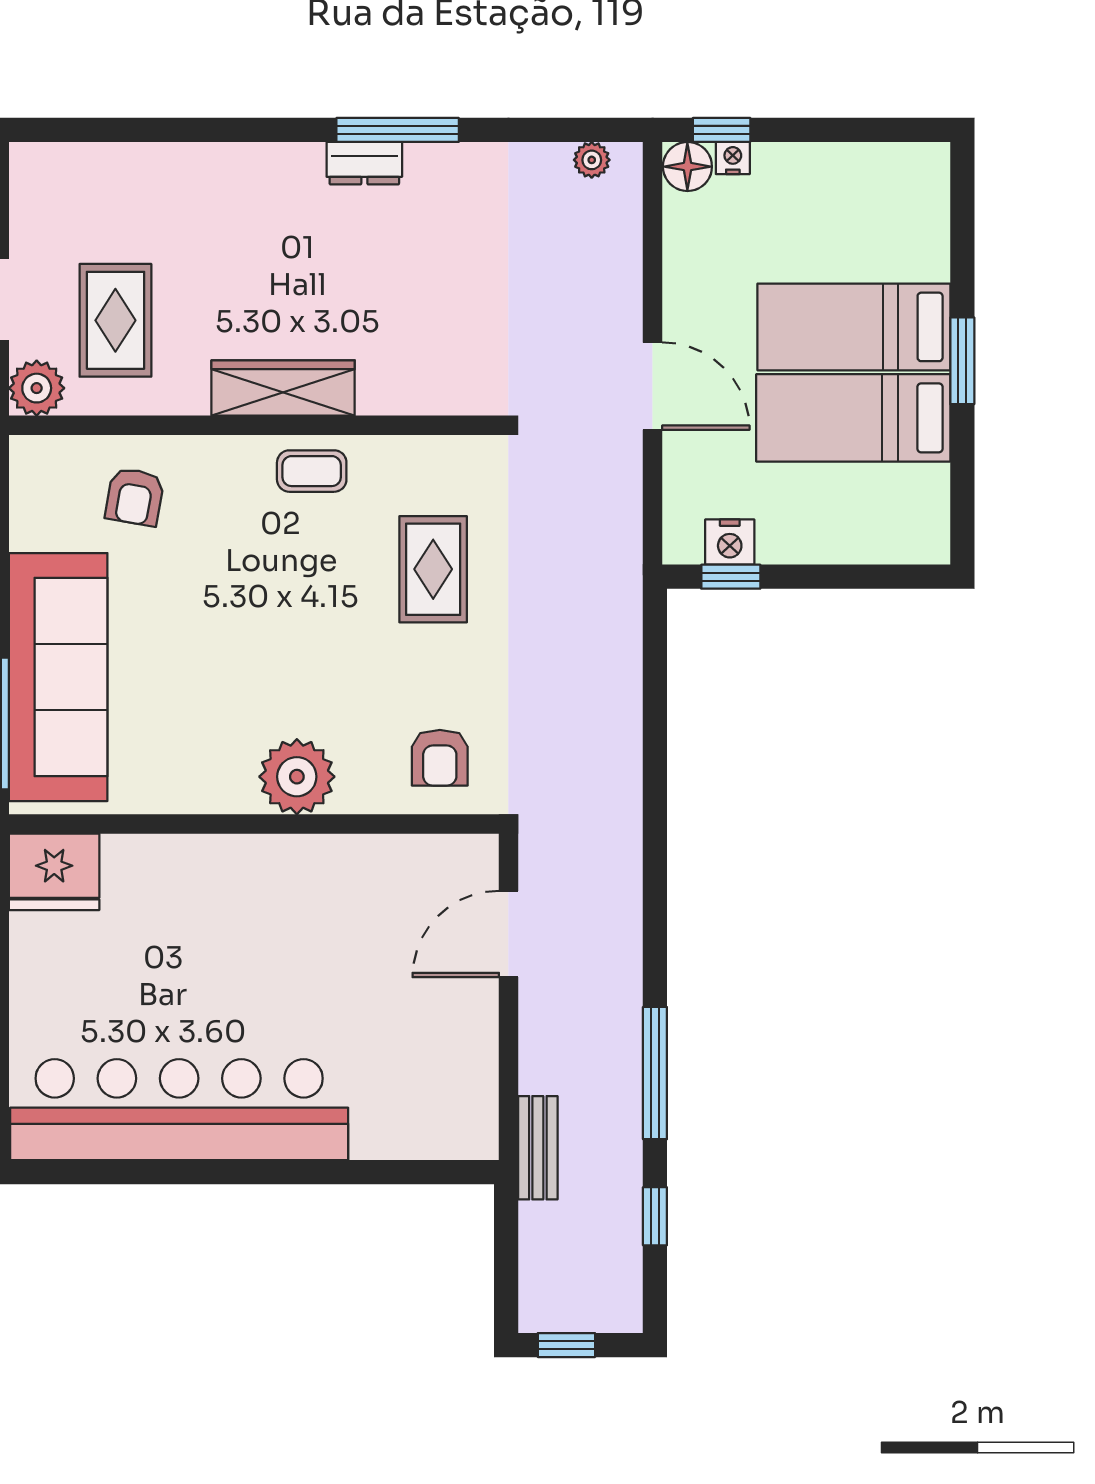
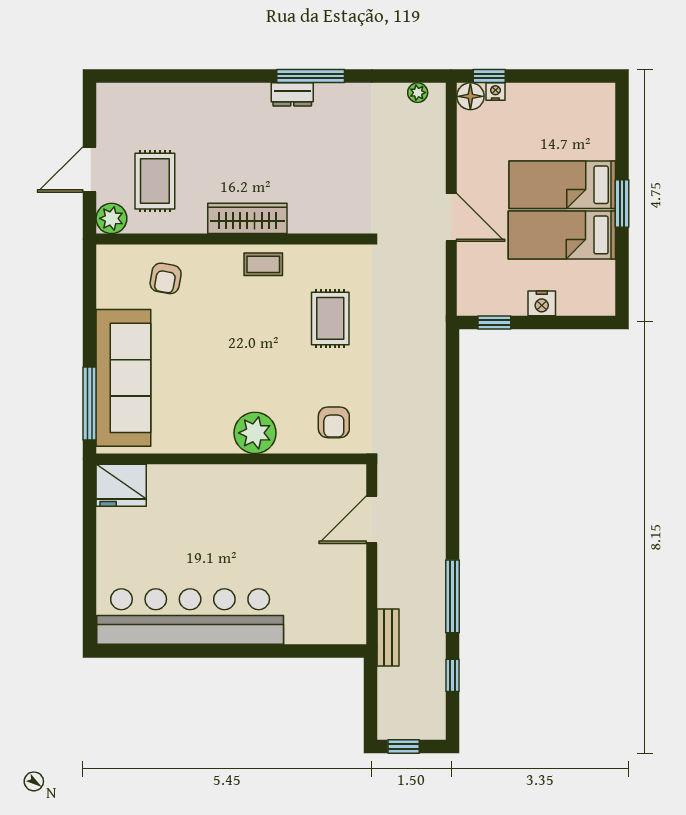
nightstand: (730, 542) -> (542, 303), moved

